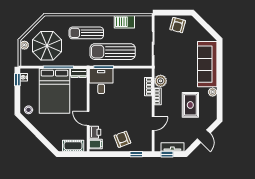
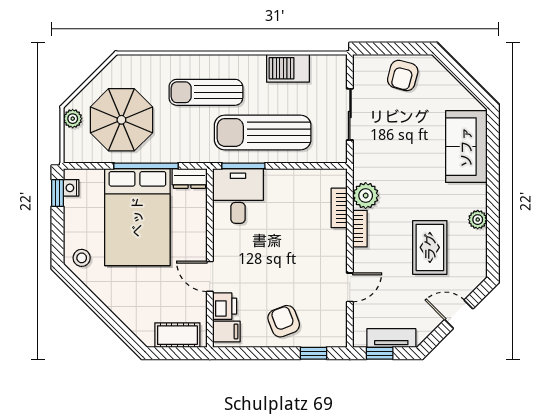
sofa: (207, 64) -> (466, 147), width x0.73
door: (204, 136) -> (459, 314), swing flipped

